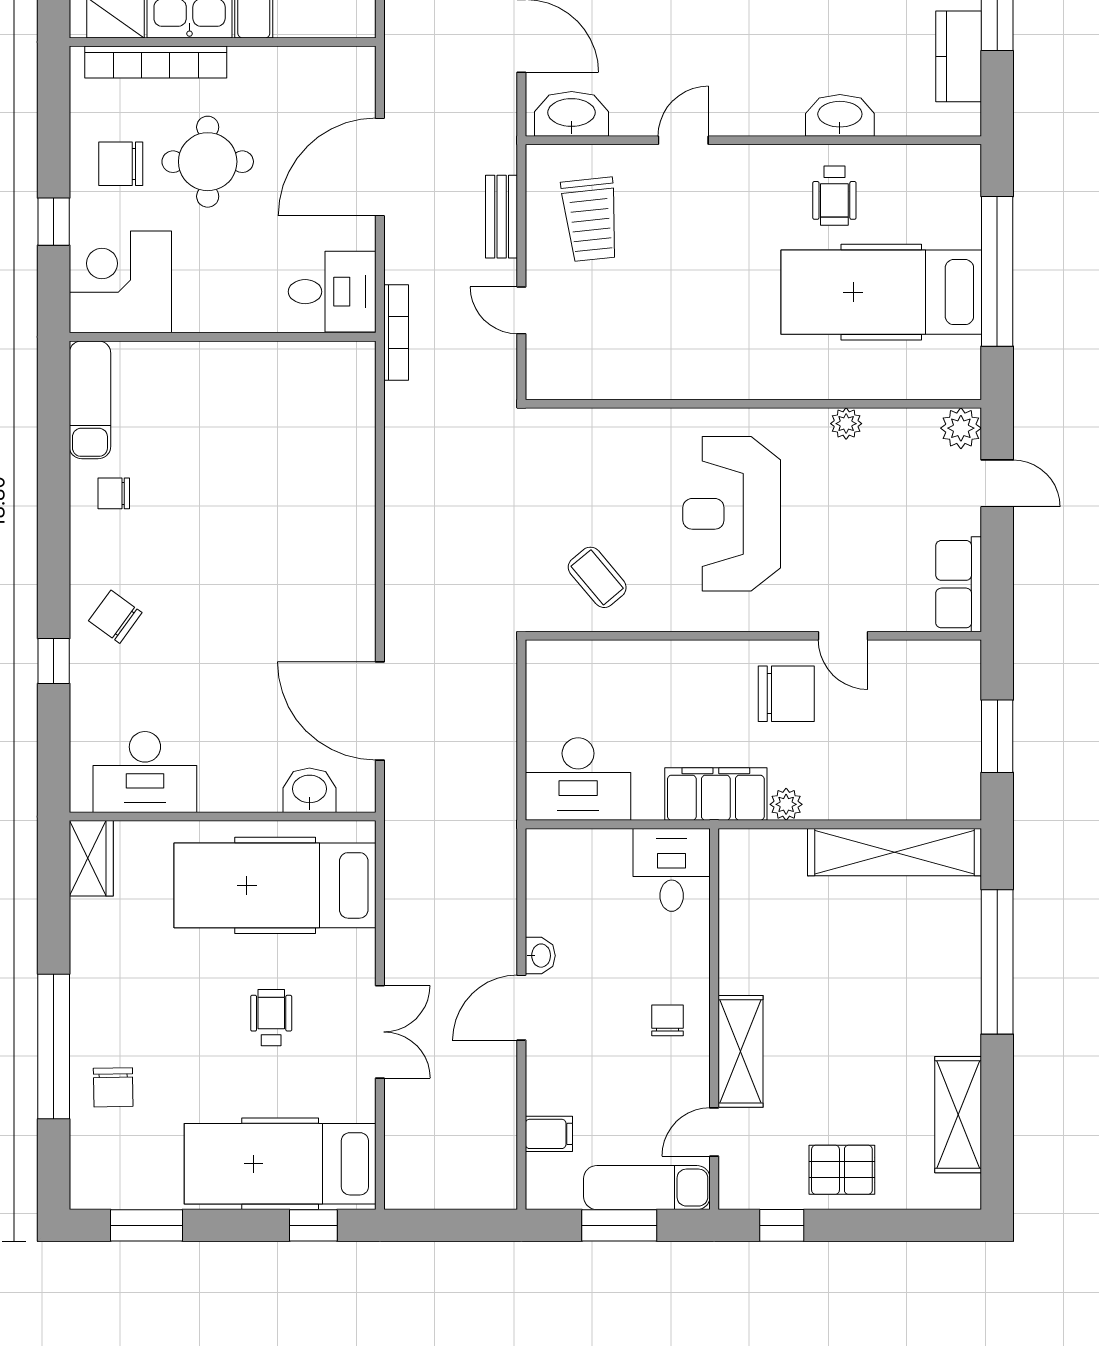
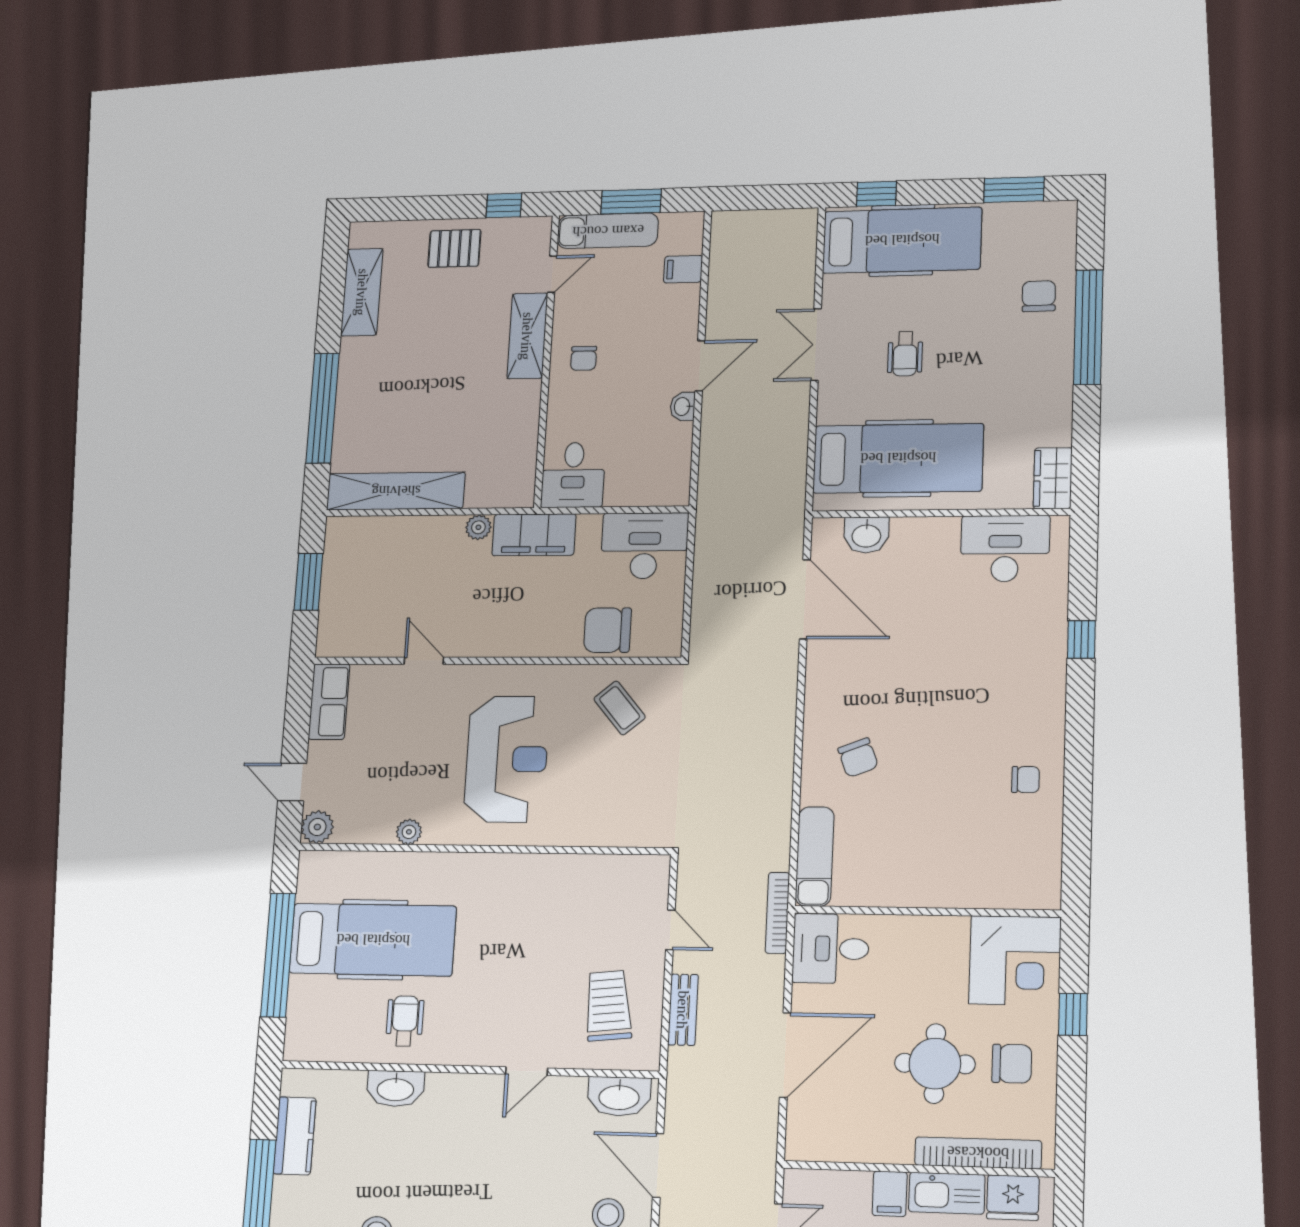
exam couch: (90, 400) -> (815, 856), moved, turned 180
chair: (115, 617) -> (858, 758), moved, turned 33
chair: (786, 694) -> (607, 630), moved

